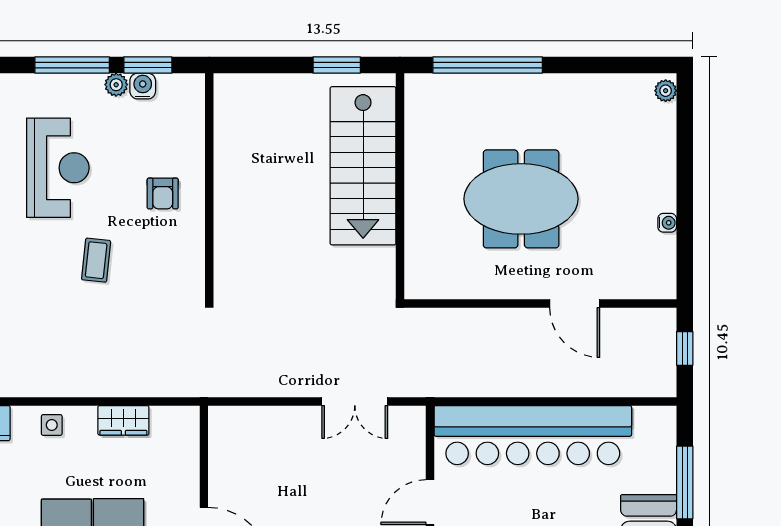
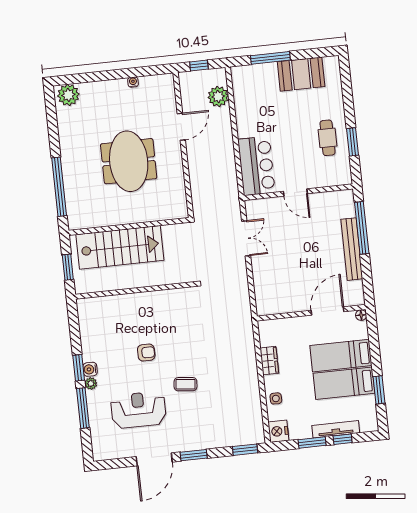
plant: (666, 91) -> (68, 95), width x1.88, depth x1.88
wall: (209, 186) -> (136, 290), moved
plant: (624, 378) -> (218, 96), added
bar counter: (533, 435) -> (256, 166), width x0.54

